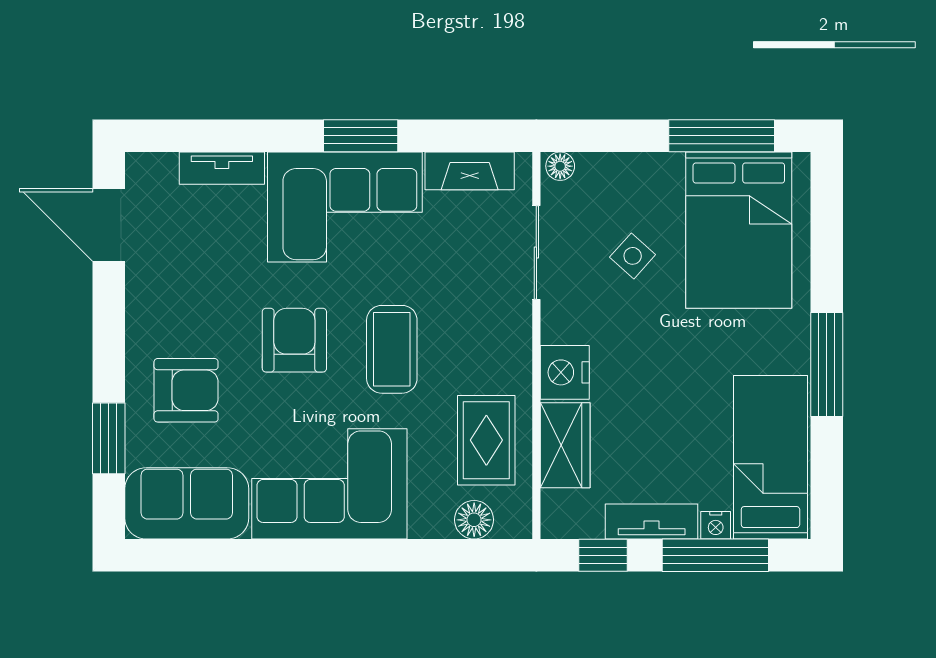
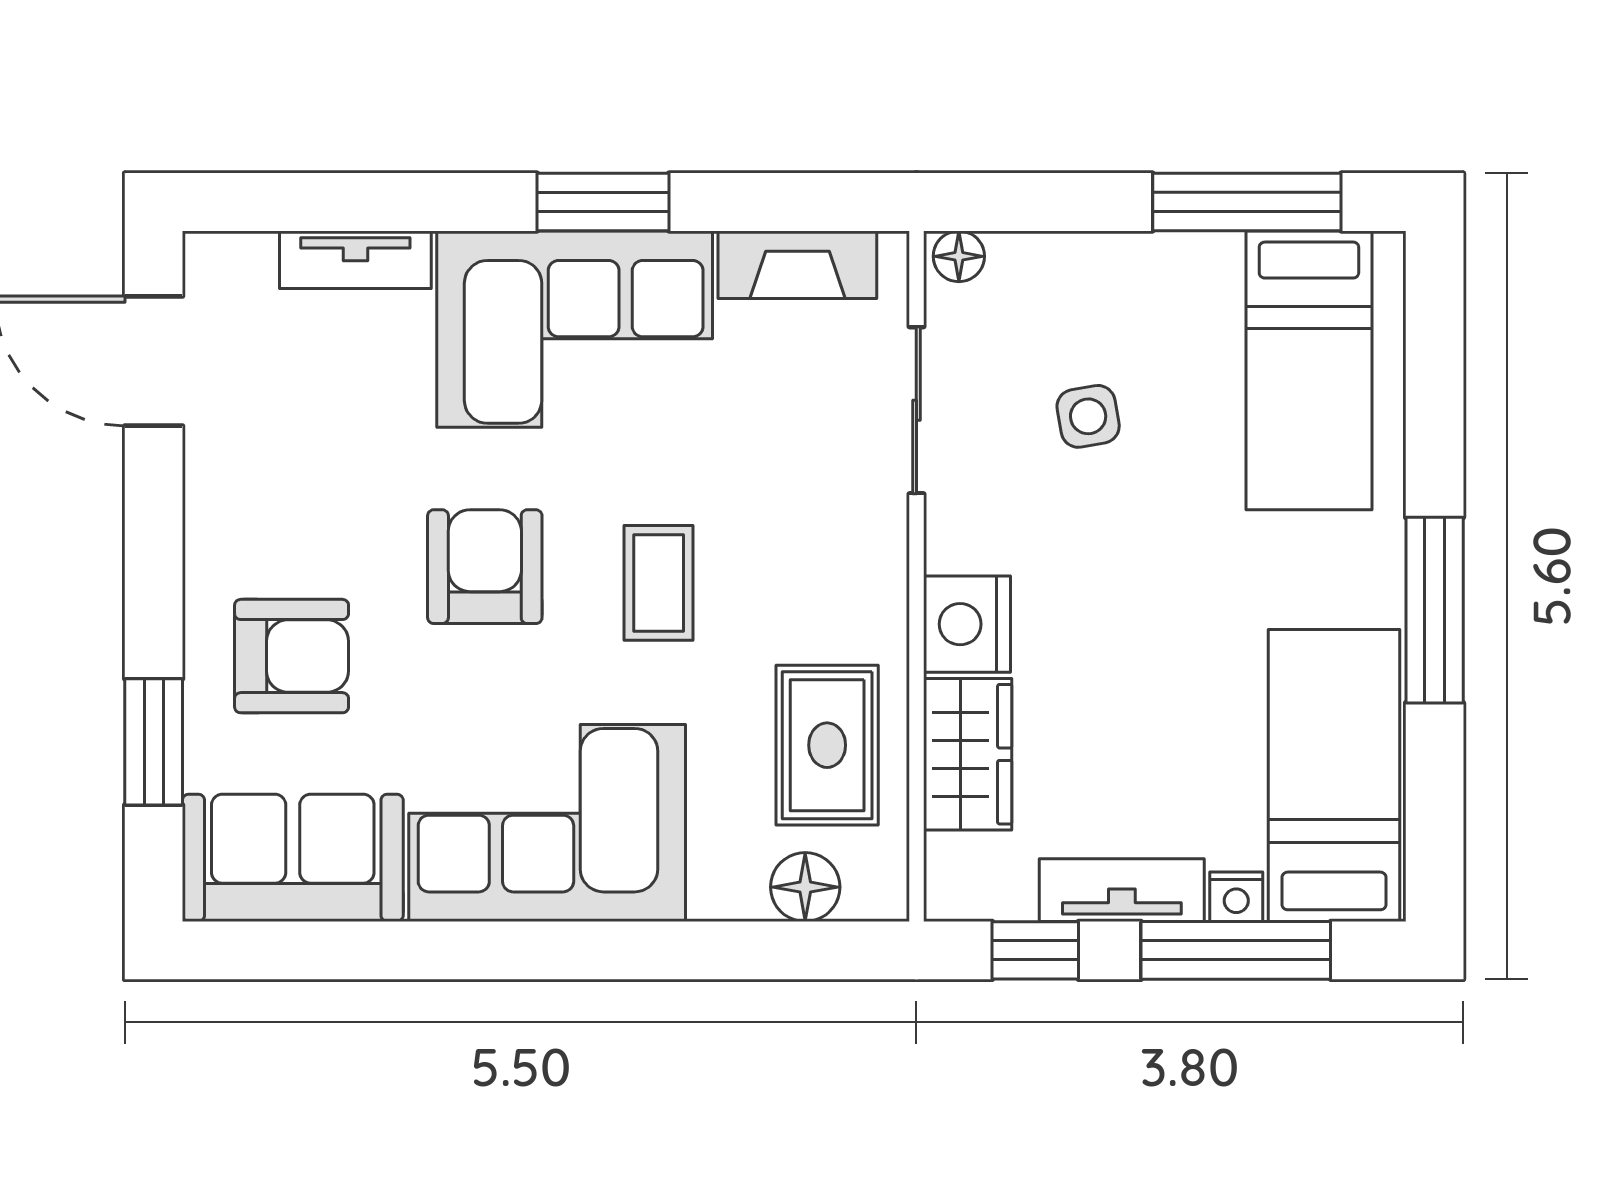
bed: (739, 230) -> (1309, 370), width x0.67
side table: (633, 256) -> (1088, 416), turned 38
coffee table: (392, 349) -> (659, 583), width x0.73, depth x0.77

